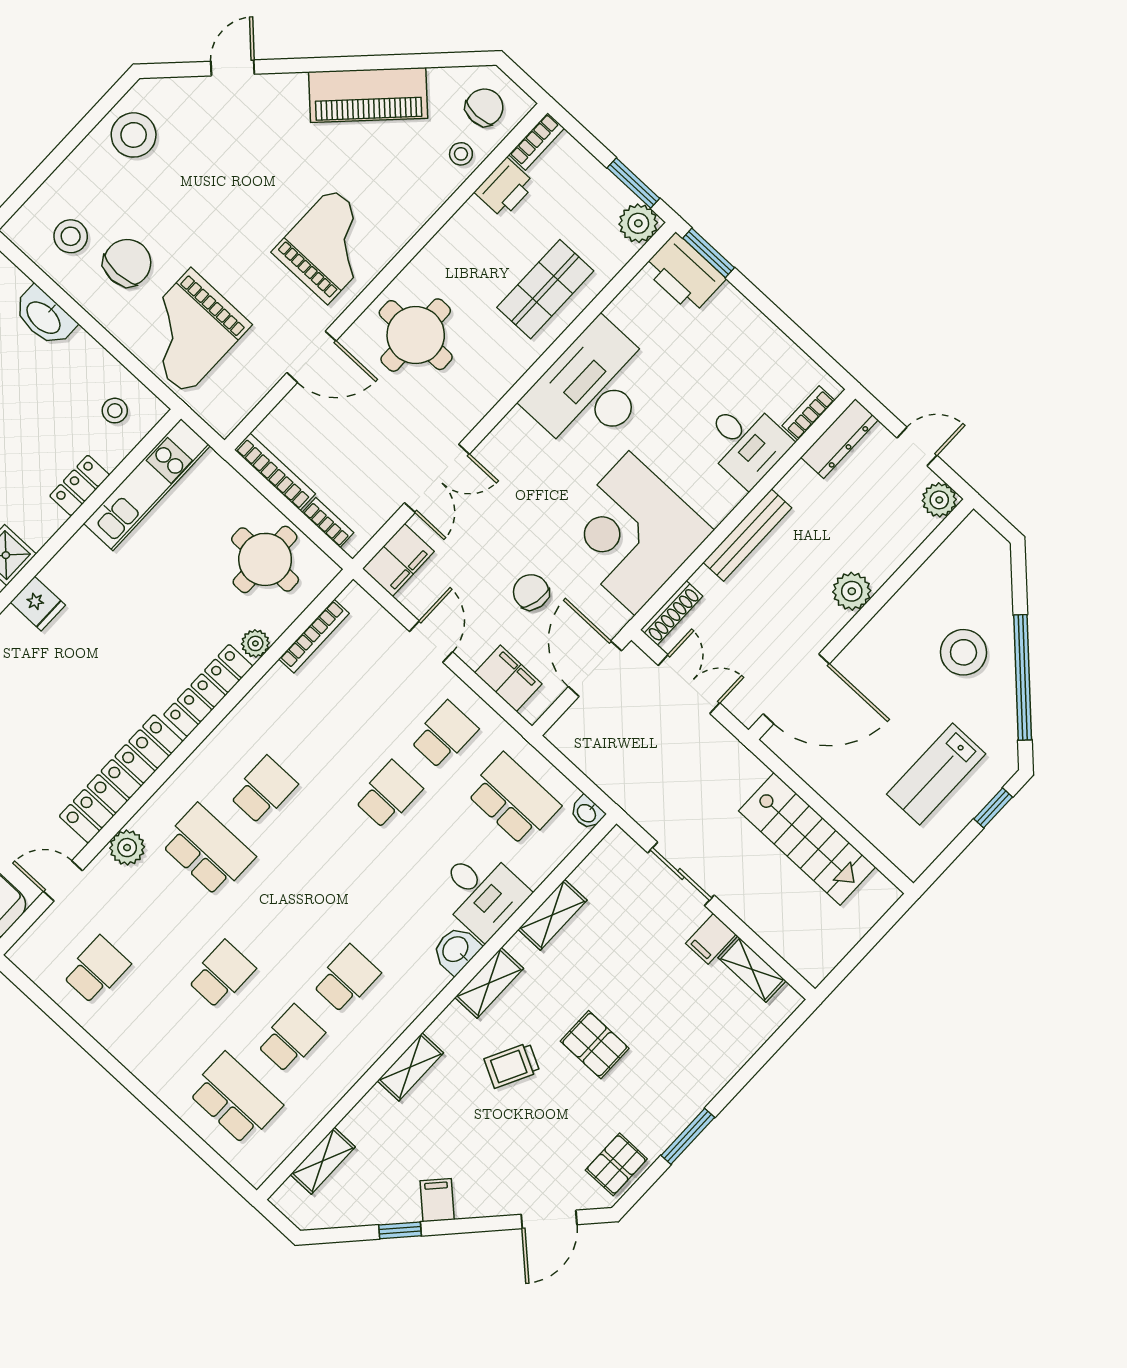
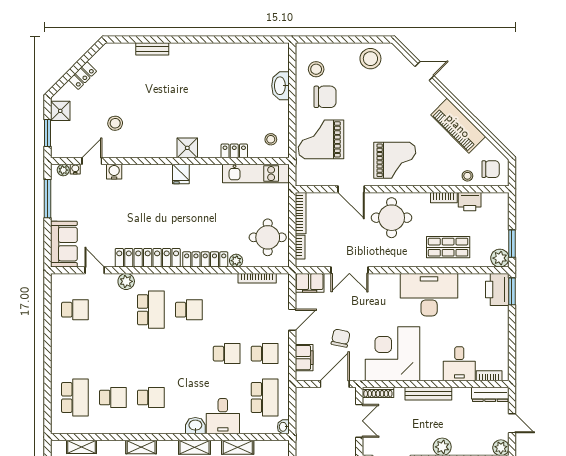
bookcase: (537, 141) -> (444, 198), moved
school desk: (221, 974) -> (113, 354), removed

